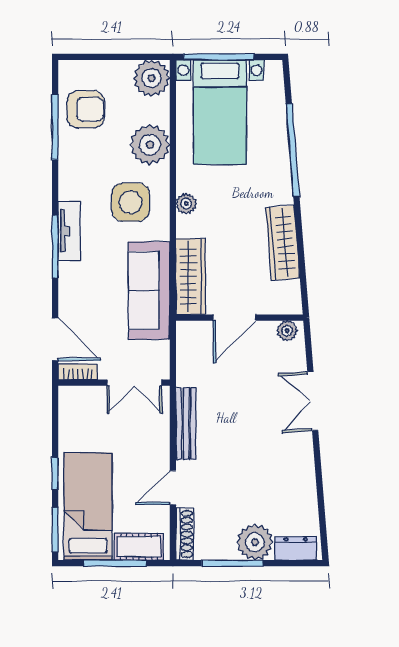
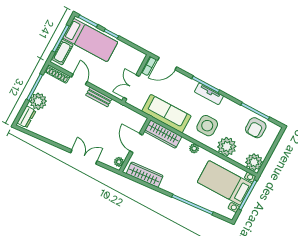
wardrobe: (283, 243) -> (145, 175), moved
bench: (186, 424) -> (99, 97), width x0.73

